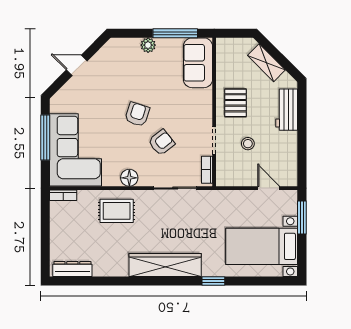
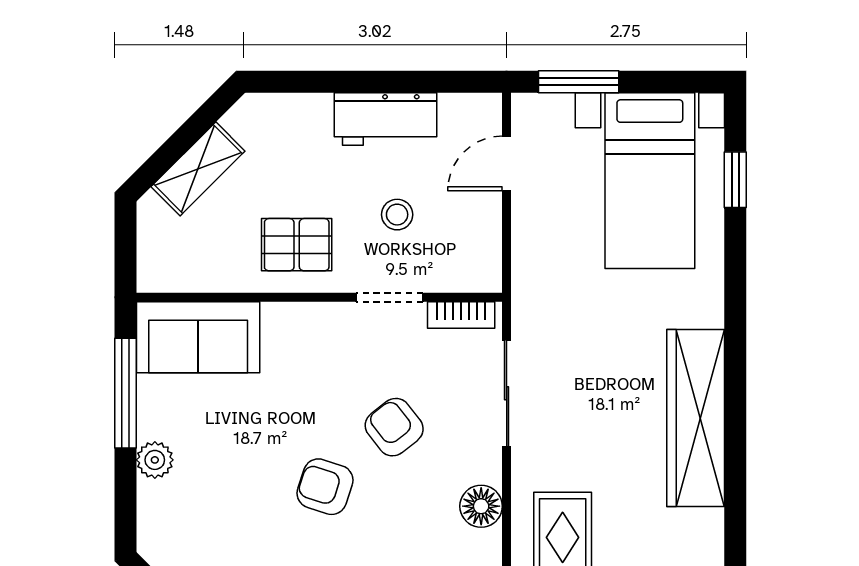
workbench: (287, 110) -> (386, 119), moved
window: (213, 281) -> (735, 180), moved

